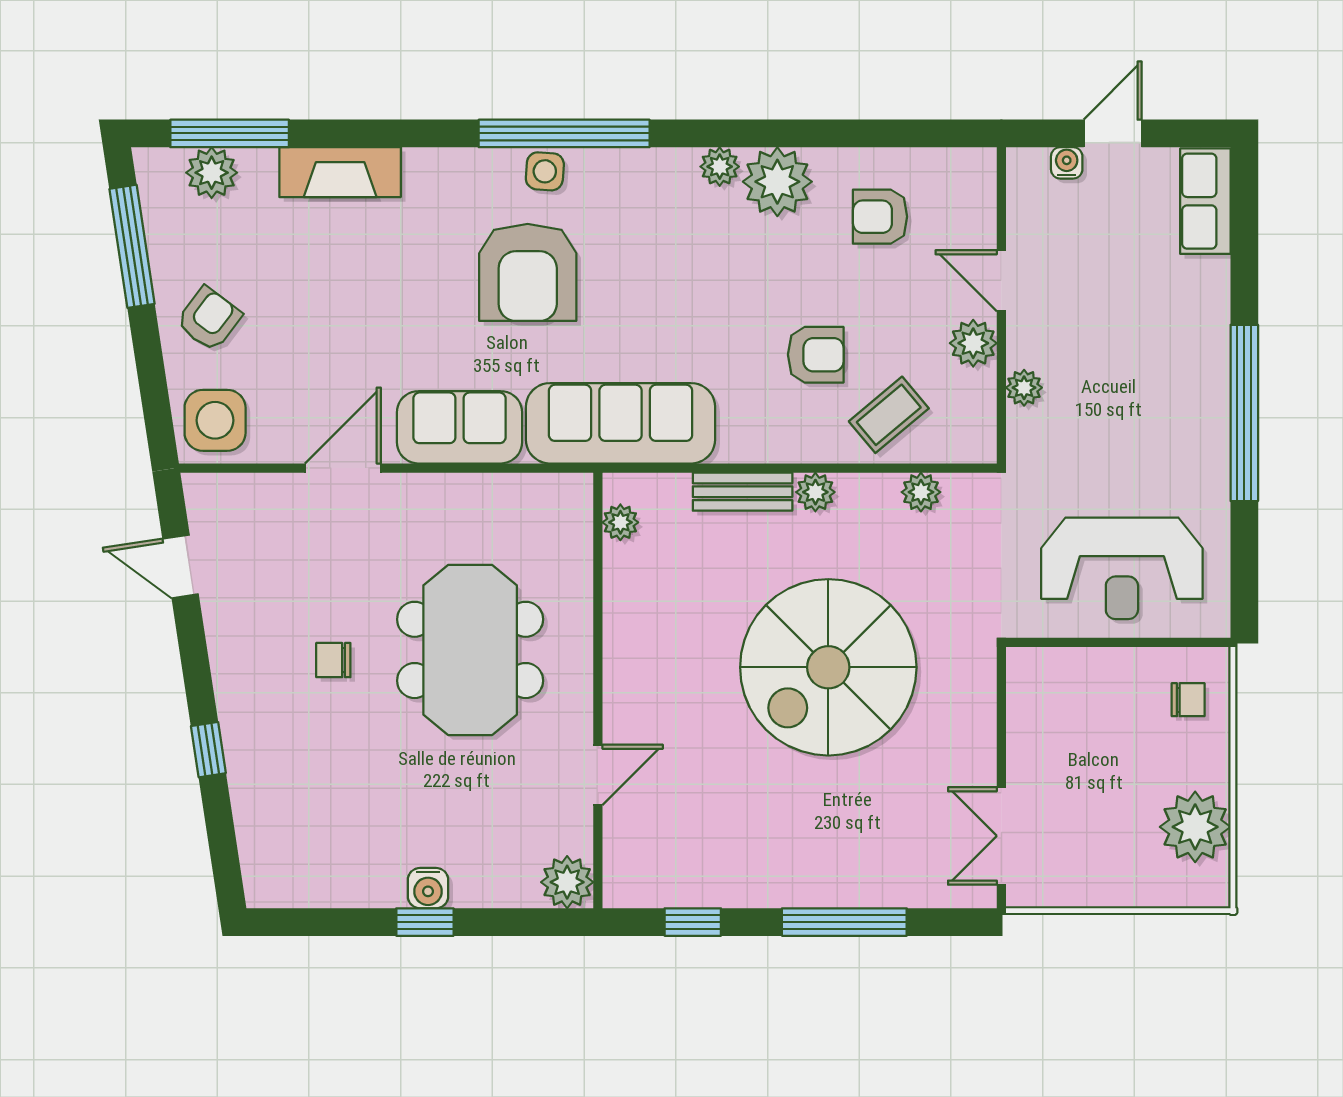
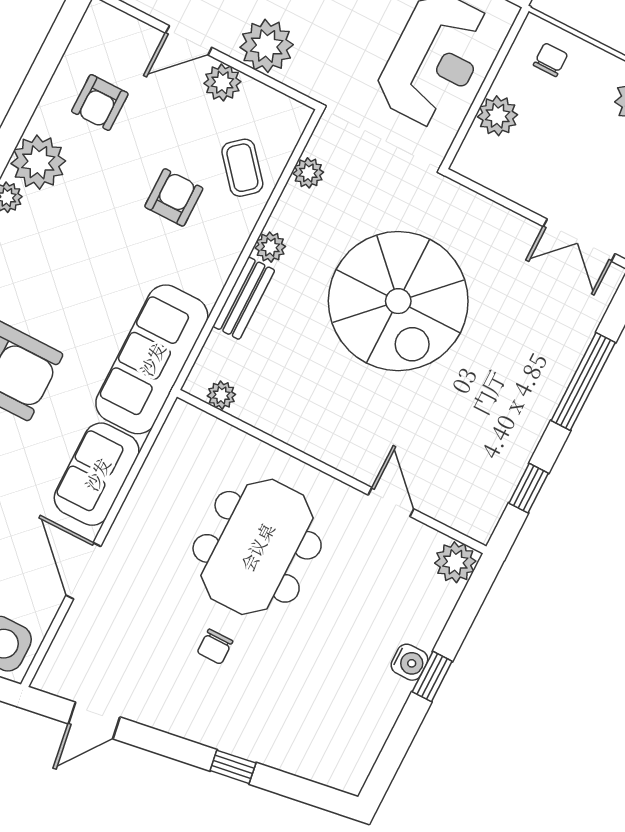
plant: (1024, 388) -> (267, 46), width x1.88, depth x1.88
meeting table: (470, 650) -> (257, 547), turned 90
plant: (1094, 672) -> (498, 116), added

